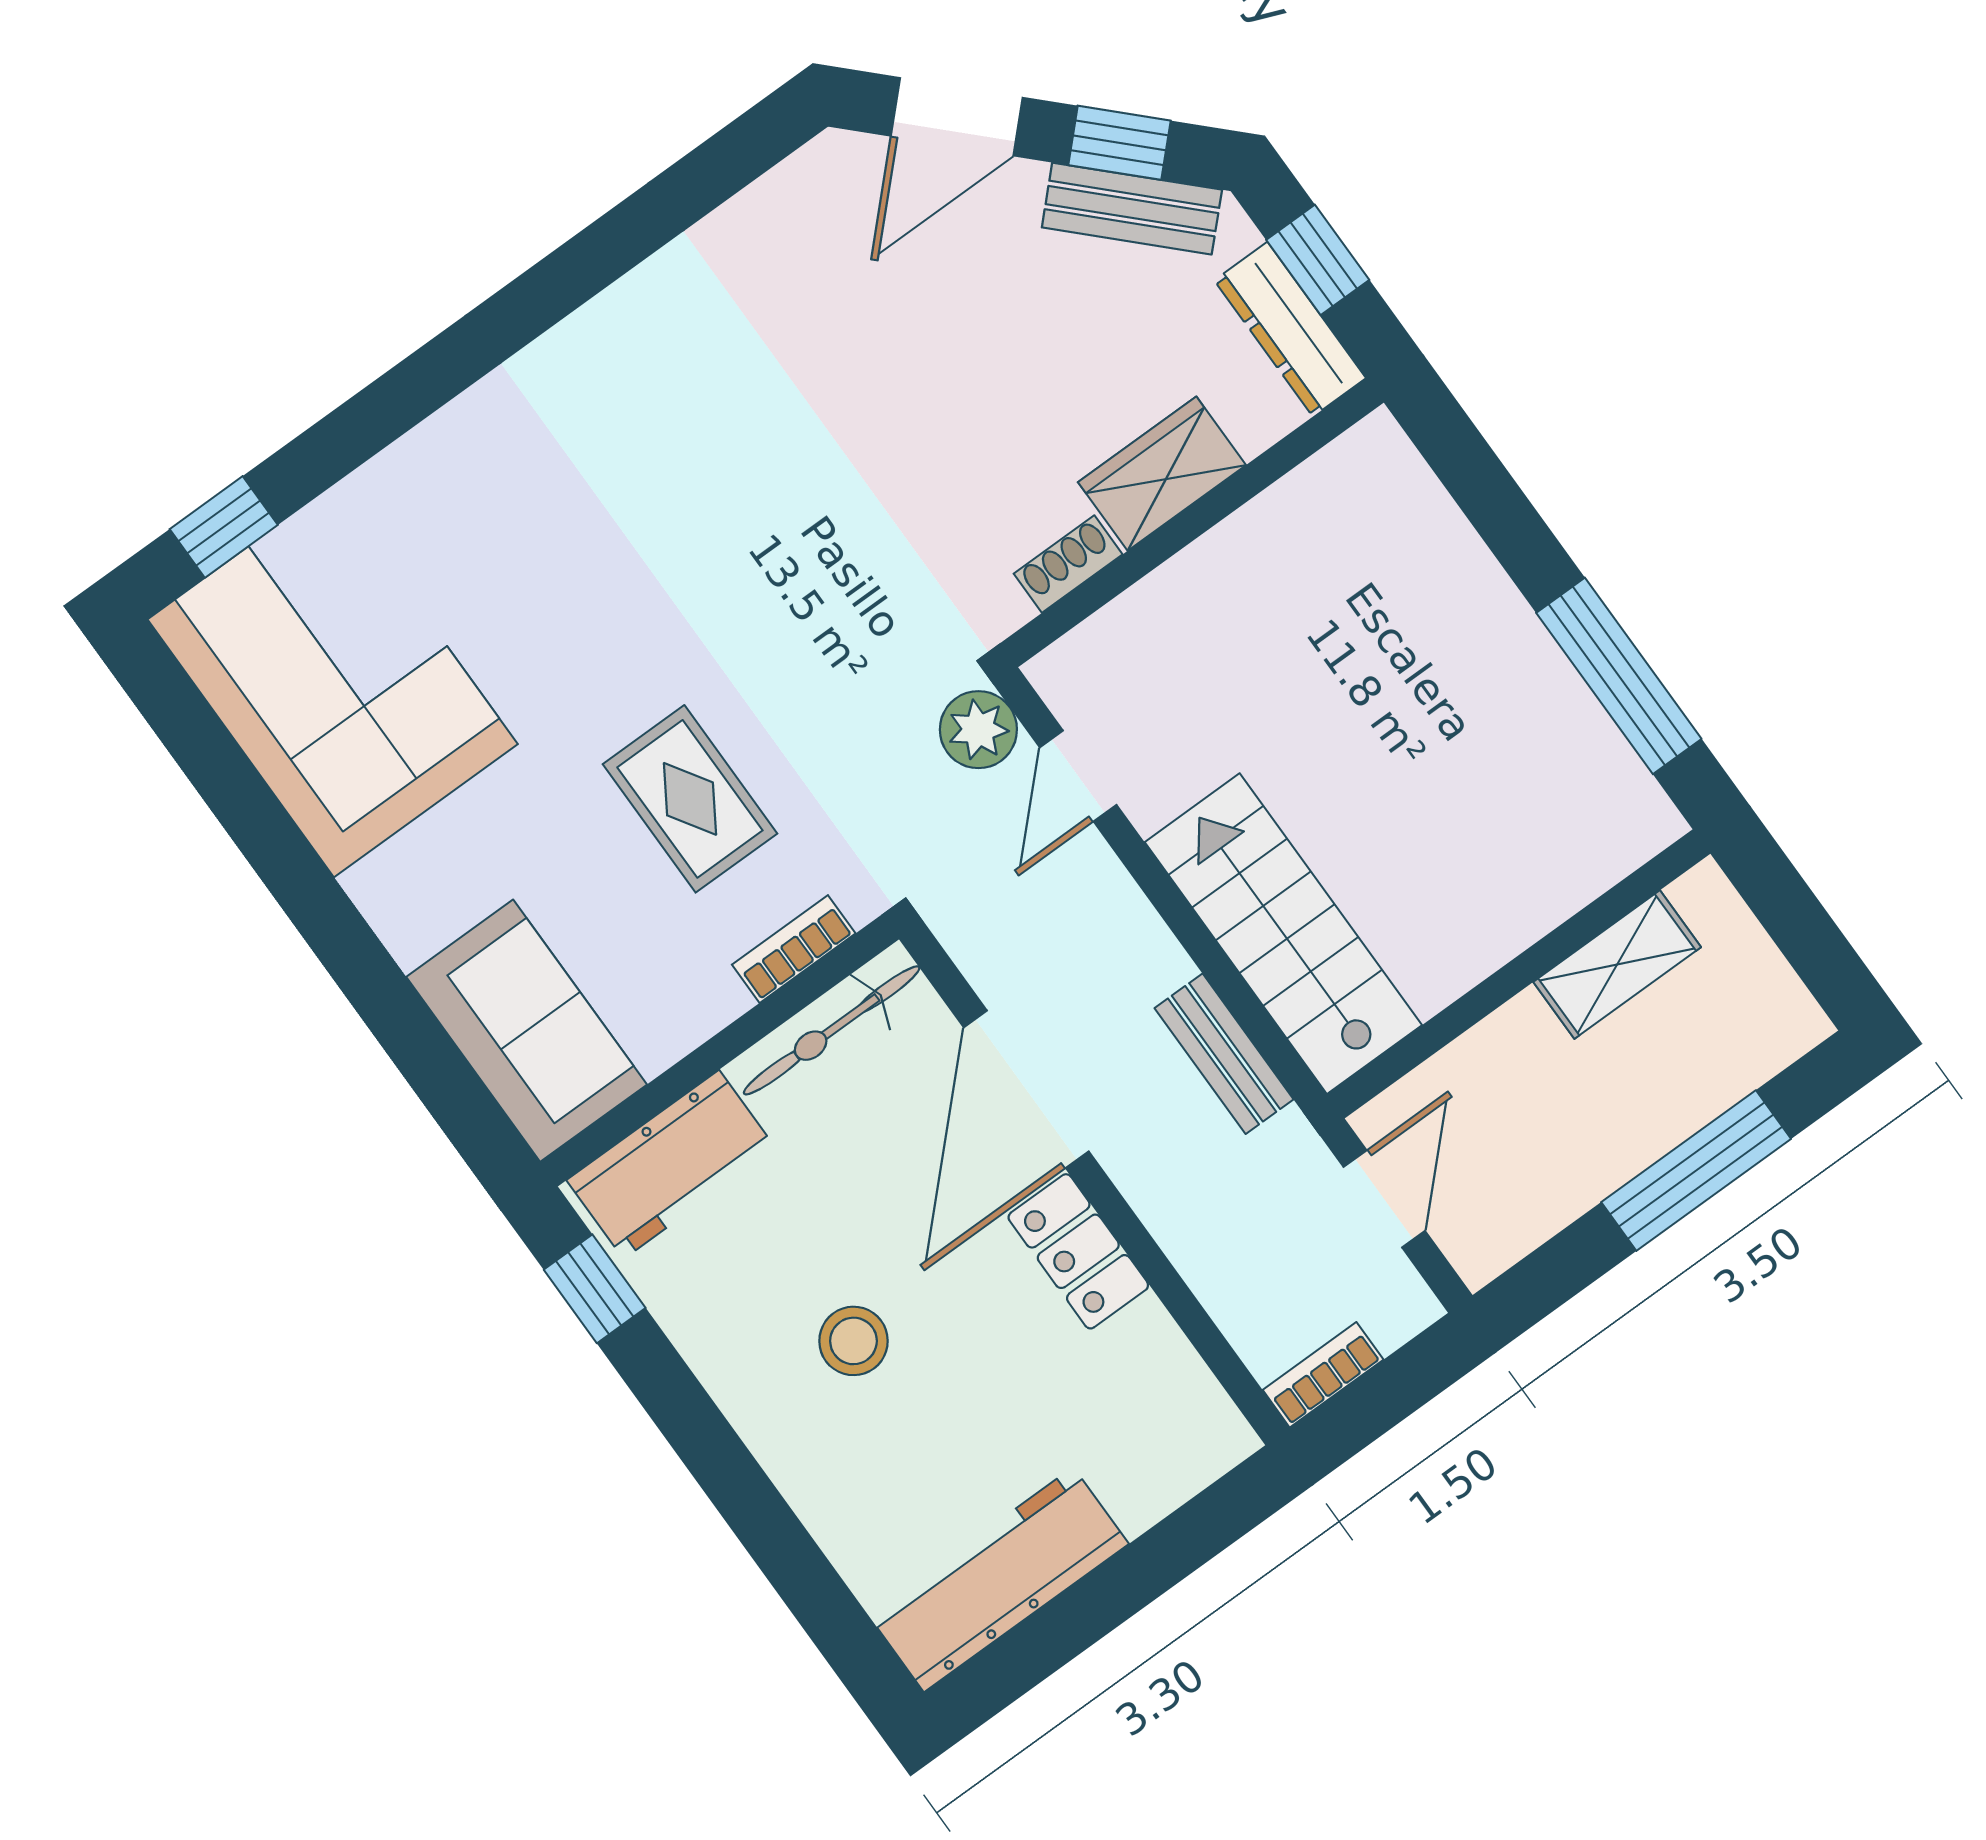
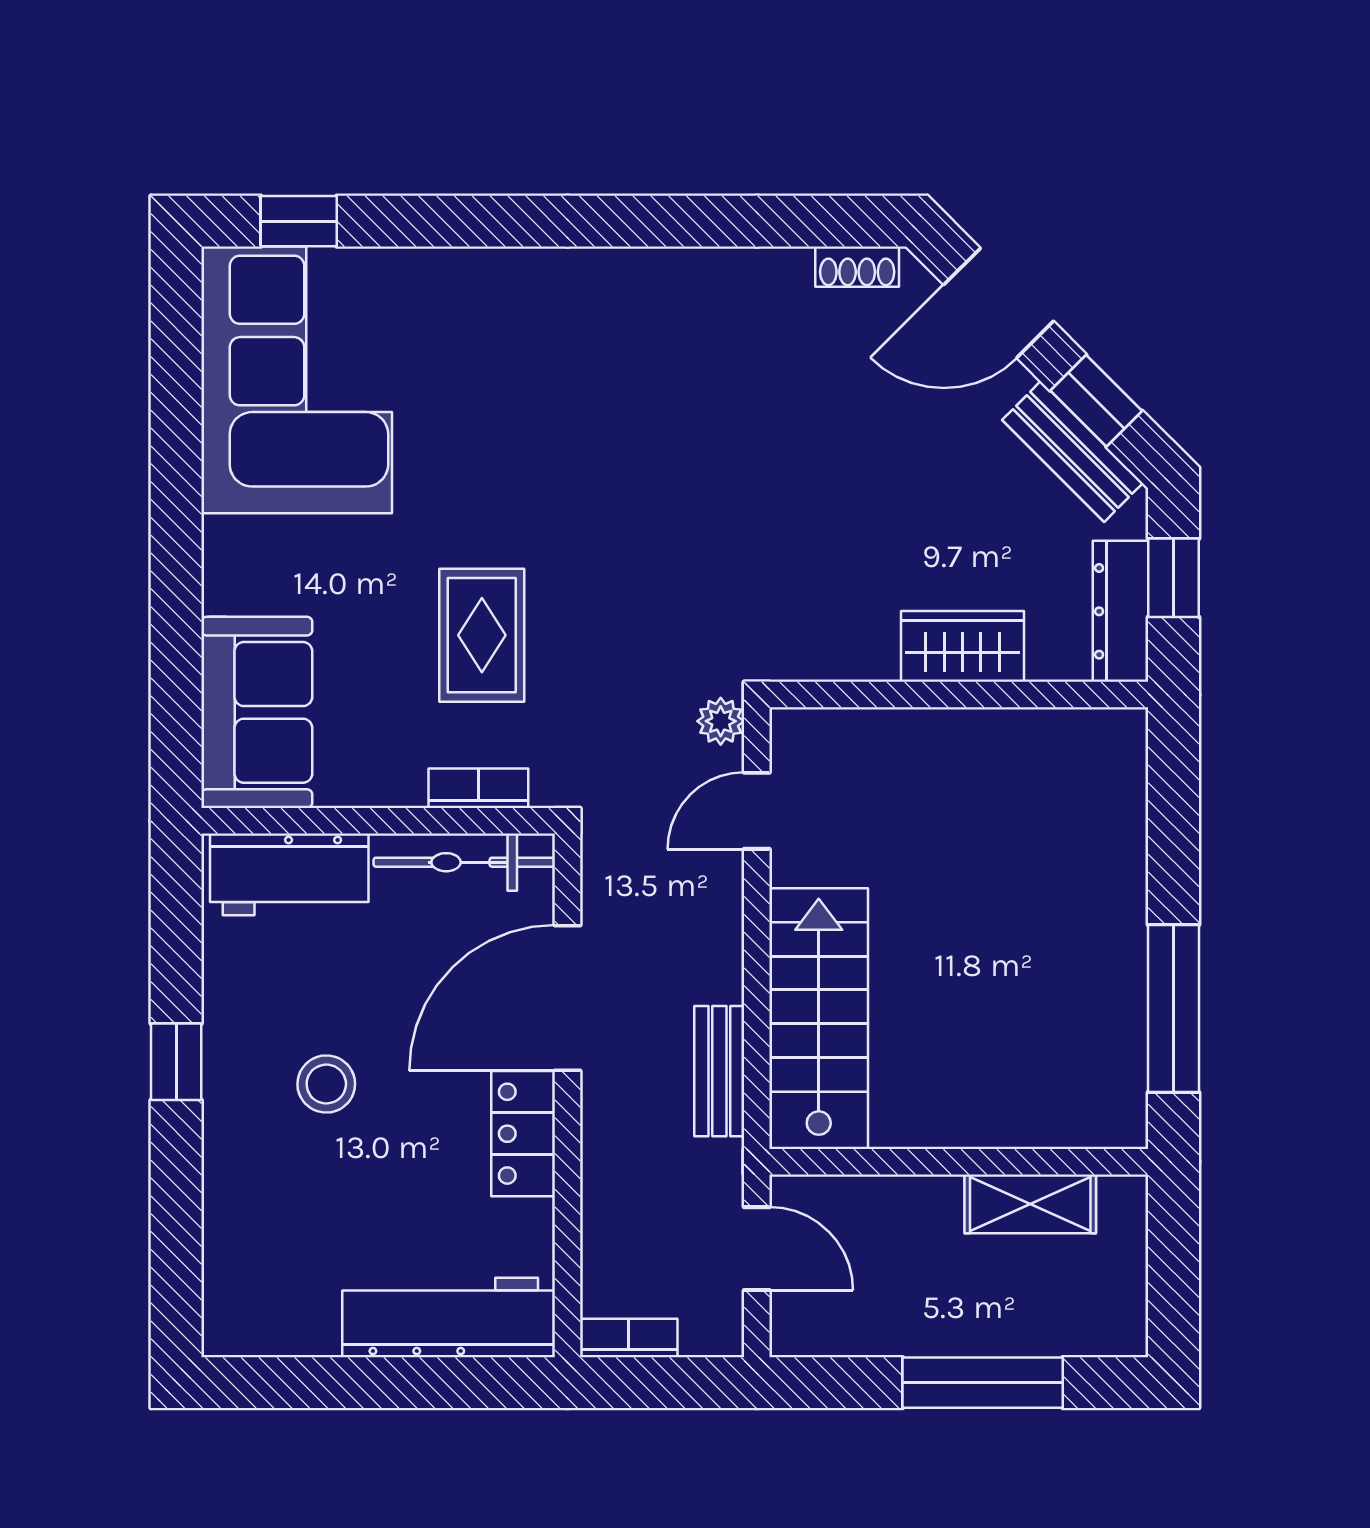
shoe rack: (1068, 564) -> (857, 267), moved, turned 180
plant: (978, 730) -> (721, 721), width x0.73, depth x0.73
door: (1384, 1199) -> (757, 1249), hinge flipped
window: (595, 1289) -> (176, 1062), moved
workbench: (999, 1580) -> (449, 1318), moved

